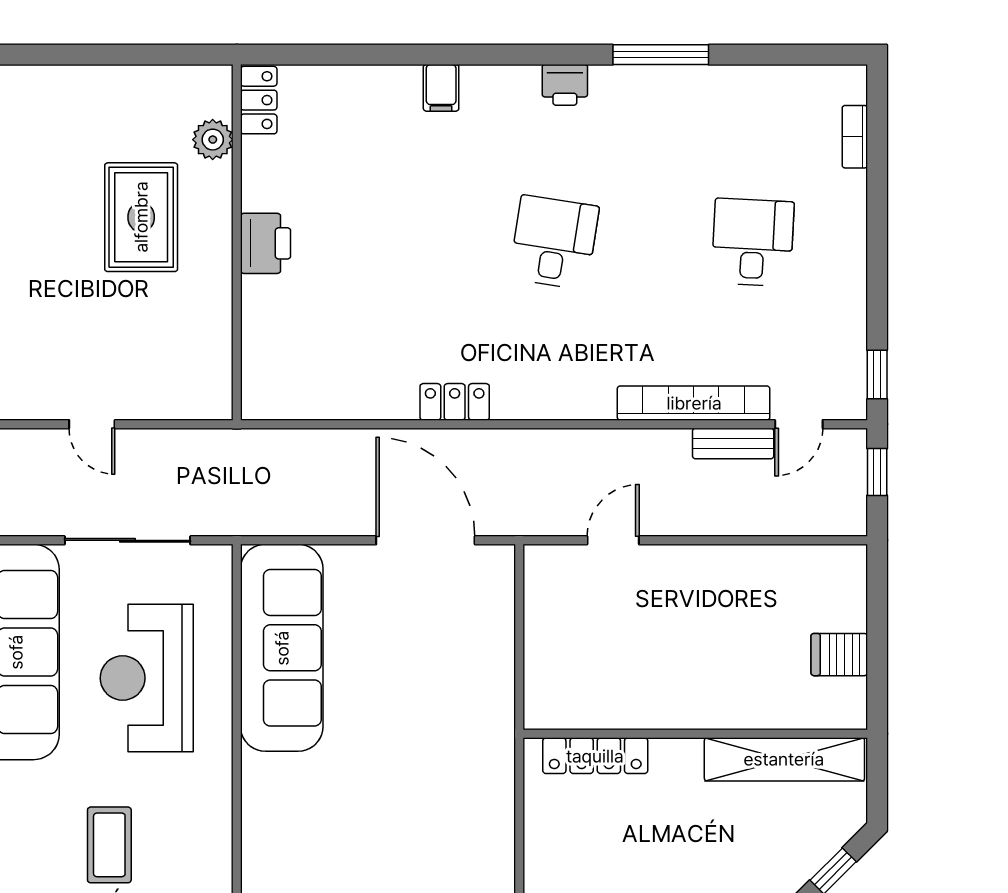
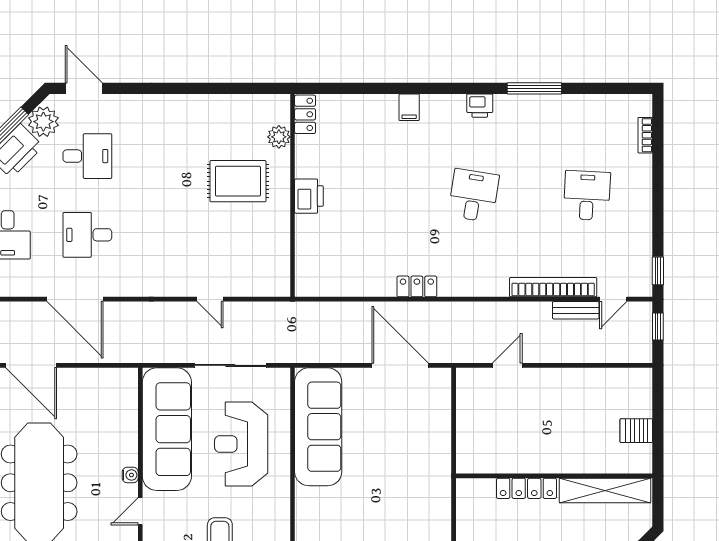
rug: (141, 217) -> (238, 181), turned 90
locker: (595, 756) -> (526, 488), moved

